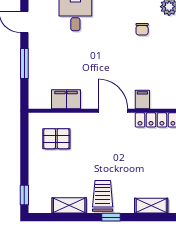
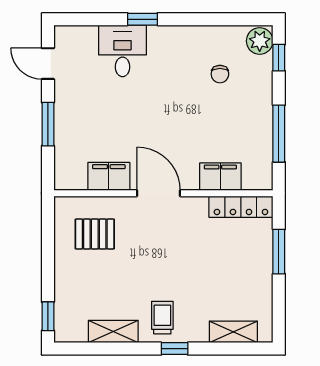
filing cabinet: (142, 99) -> (220, 177), width x2.00
door: (113, 111) -> (159, 193), moved
trolley: (103, 196) -> (162, 318), width x0.73, depth x0.72

